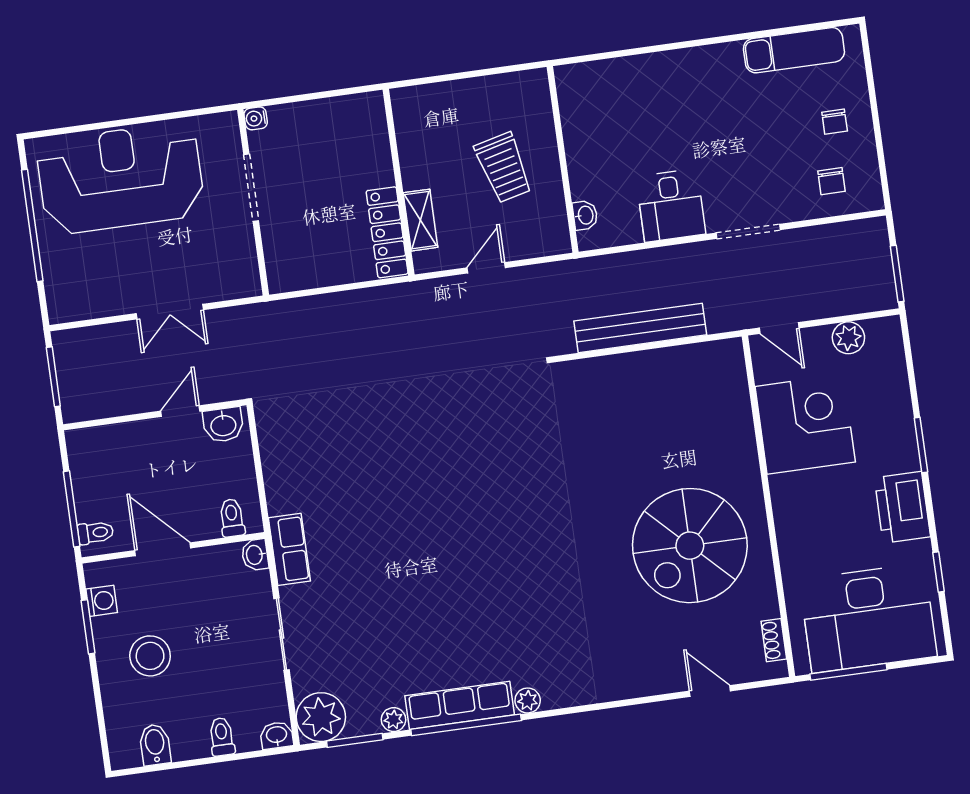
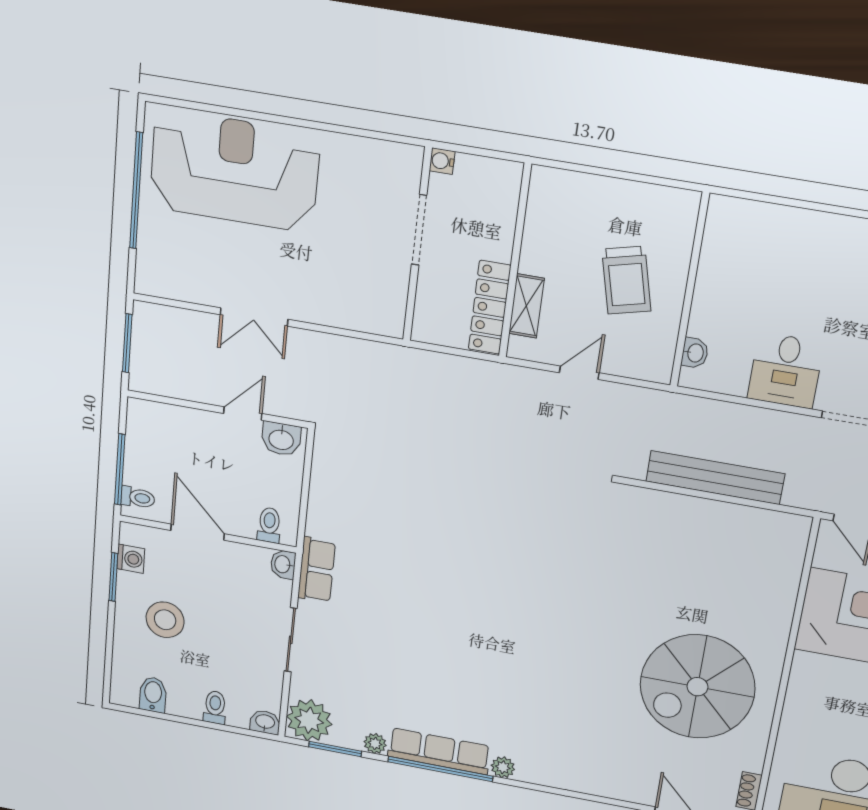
water cooler: (256, 118) -> (442, 161), moved
doorway: (251, 188) -> (419, 230), moved
wall: (253, 202) -> (417, 245), moved

